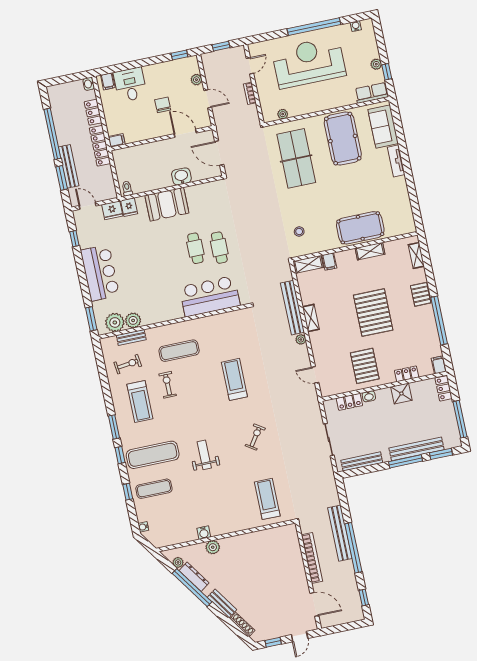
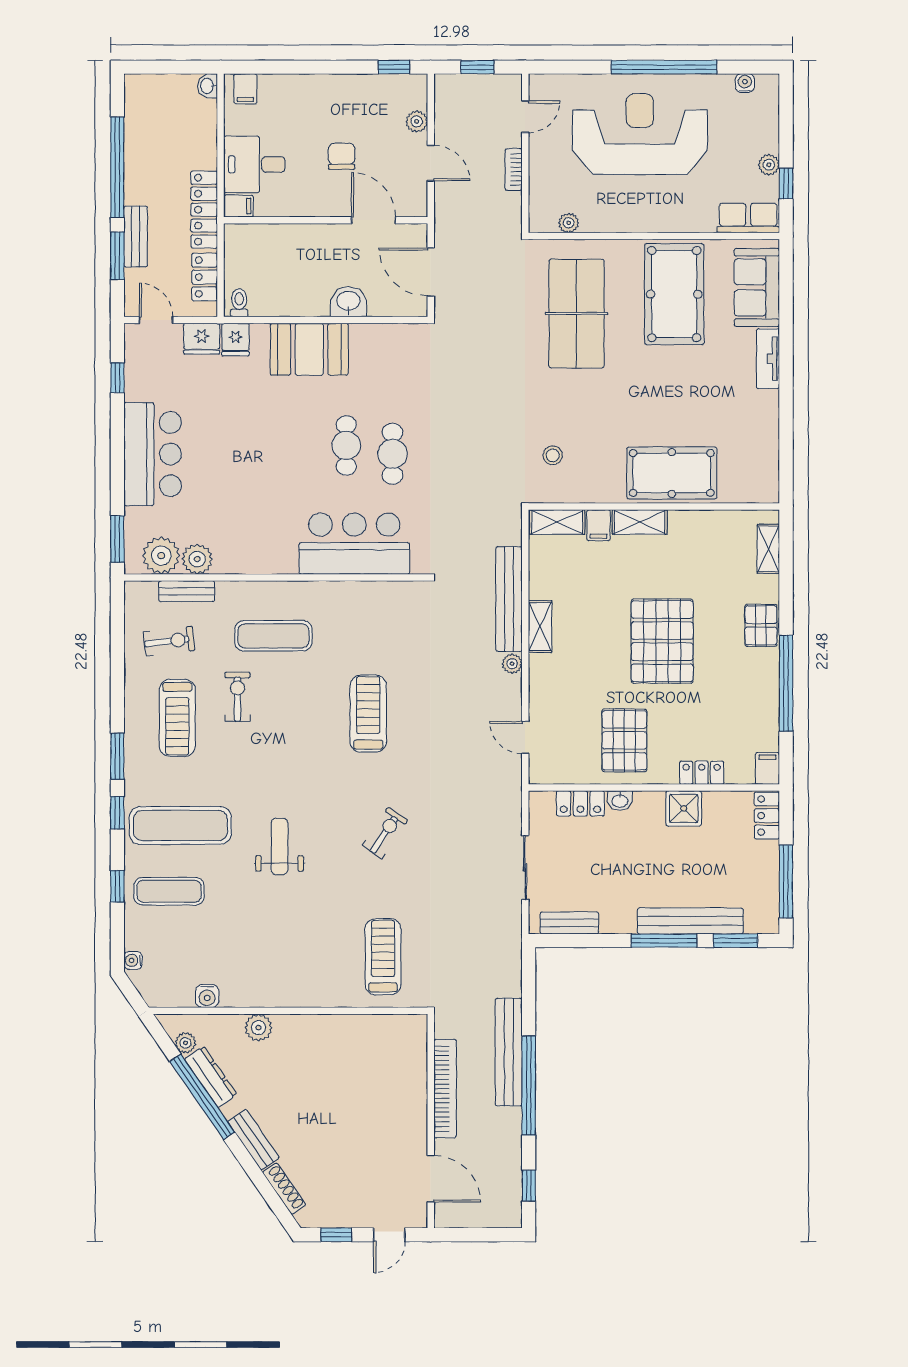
desk: (130, 85) -> (254, 164), moved, turned -90
locker: (93, 112) -> (205, 277), moved
bench: (69, 166) -> (136, 237), width x0.73
shelving: (370, 251) -> (640, 522), moved
bench: (362, 461) -> (569, 923), width x0.73
water cooler: (204, 533) -> (207, 996), moved

